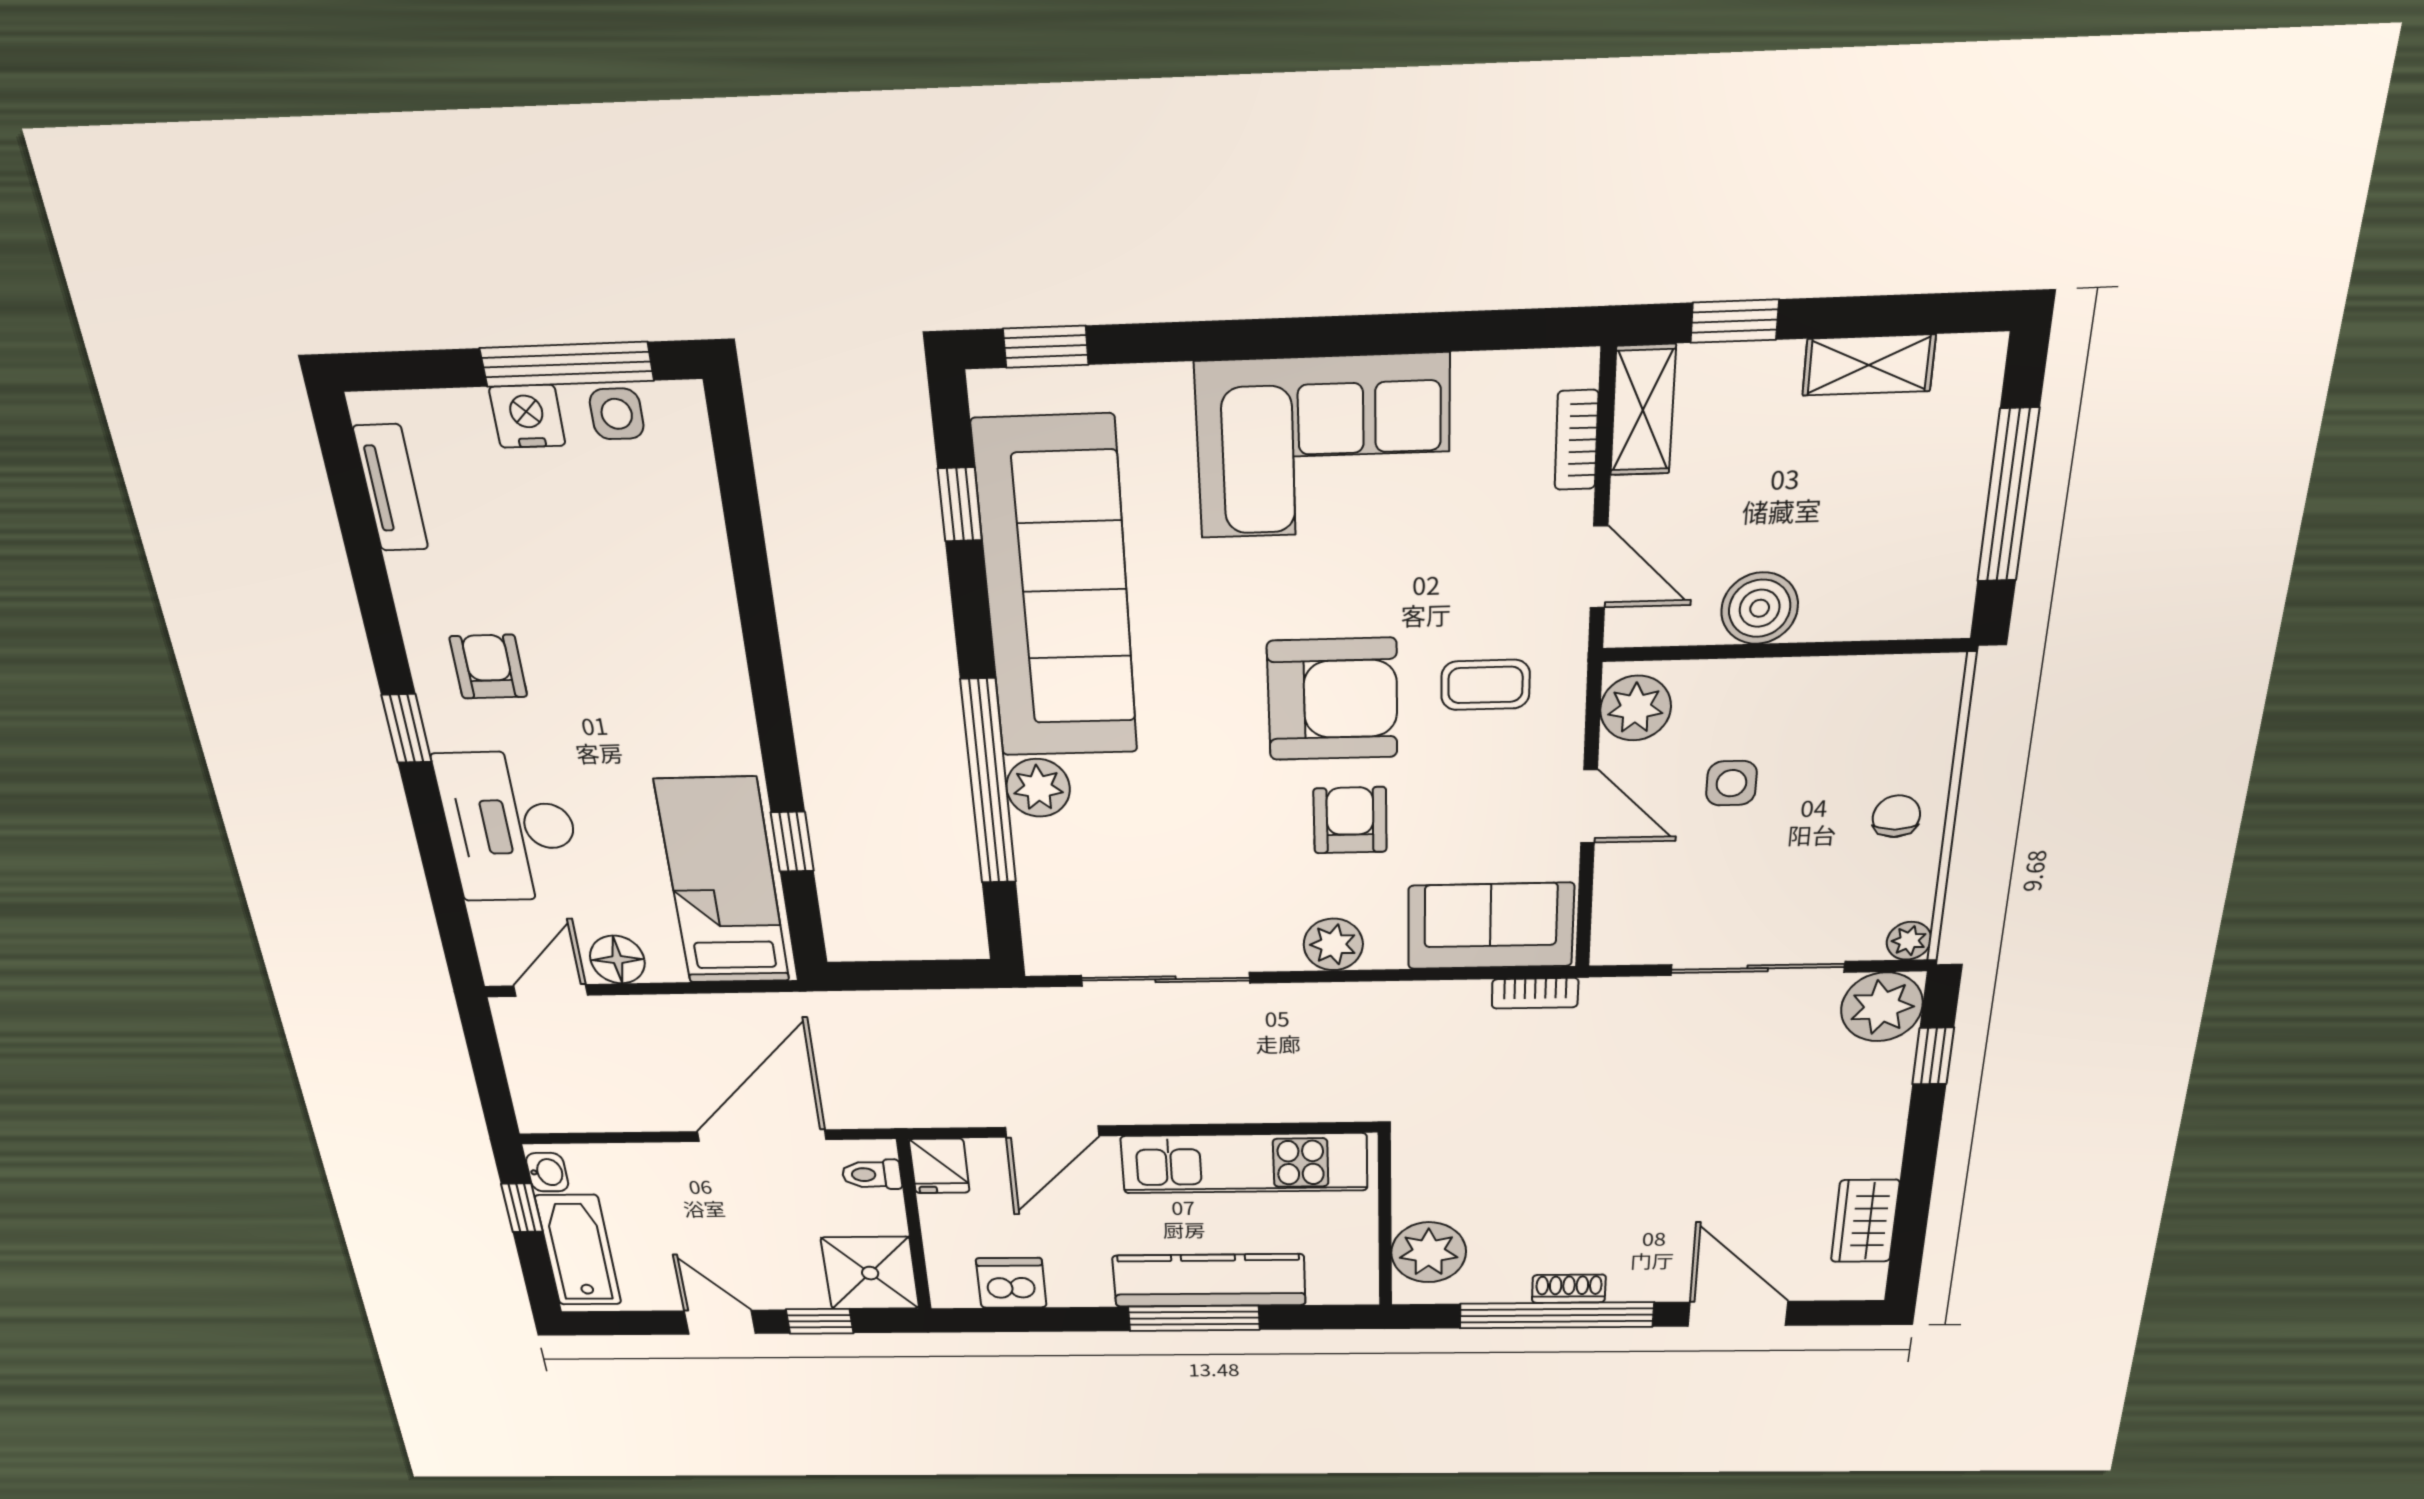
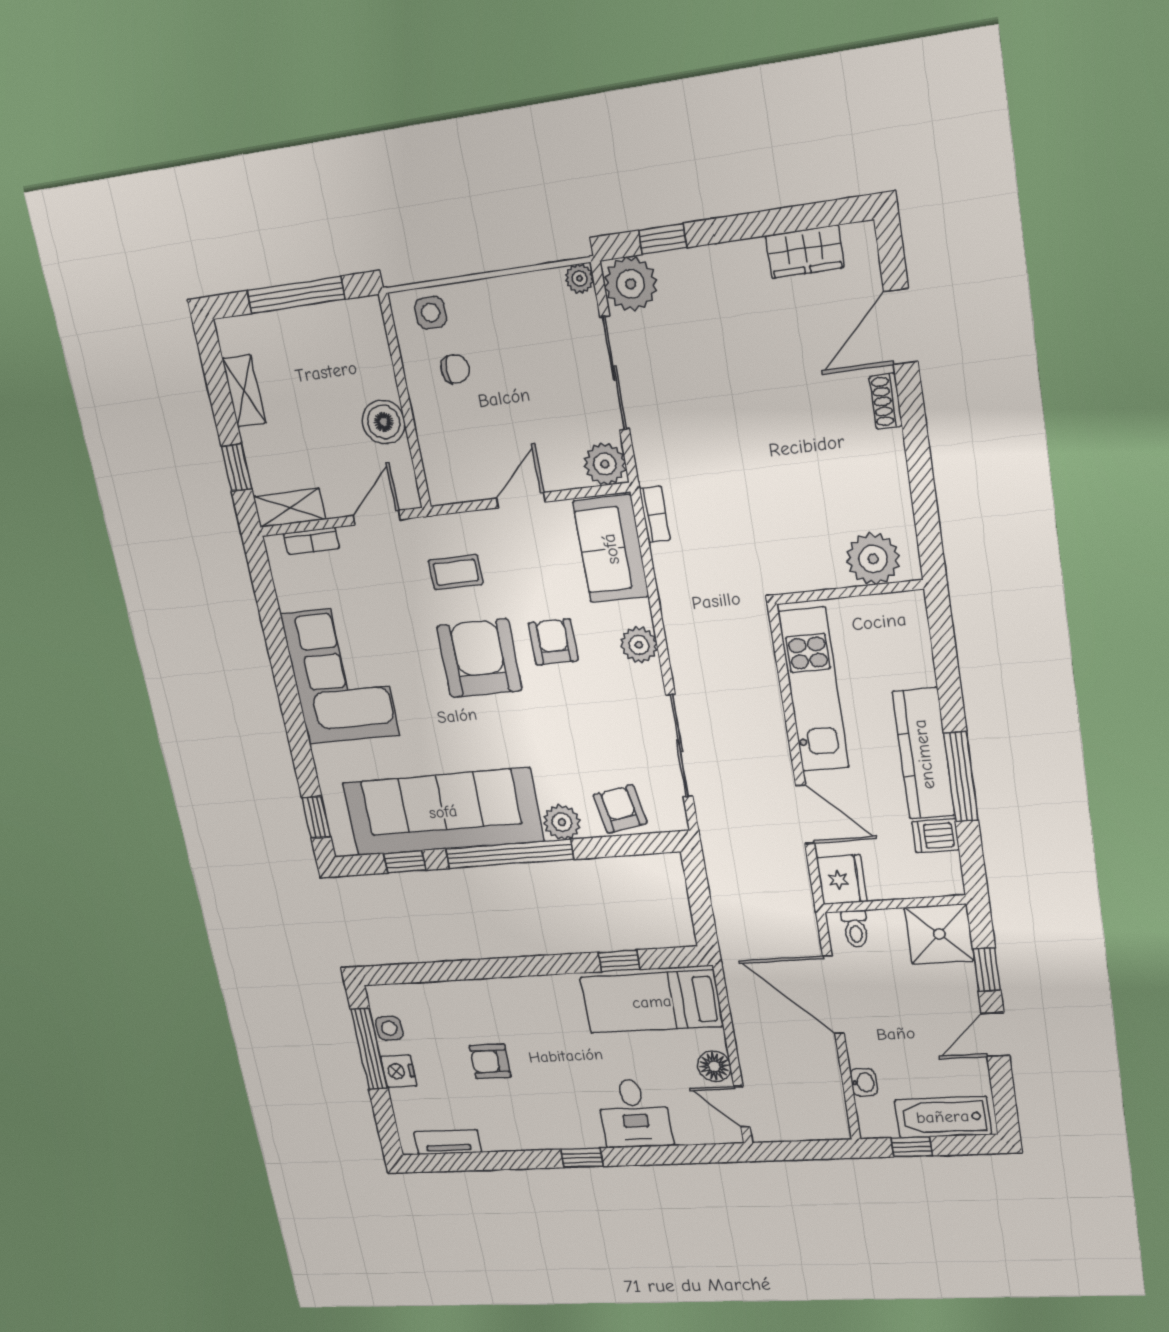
armchair: (488, 667) -> (490, 1061), moved
coffee table: (1485, 685) -> (456, 572), turned 90
plant: (1636, 708) -> (605, 464), moved
window: (989, 783) -> (509, 854), moved
side table: (1731, 783) -> (431, 313), moved
chair: (1896, 816) -> (455, 369), moved, turned 180
armchair: (1350, 820) -> (553, 642), turned 90
desk: (510, 827) -> (634, 1114), width x0.73
armchair: (1061, 880) -> (620, 809), added
fridge: (939, 1166) -> (842, 880), width x1.38
washbasin: (547, 1172) -> (864, 1082), moved, turned 90
kitchen counter: (1209, 1280) -> (924, 754), moved
dishwasher: (1011, 1283) -> (935, 836), width x0.73
shoe rack: (1569, 1289) -> (886, 401), moved
window: (1556, 1315) -> (919, 460), removed
window: (1194, 1318) -> (961, 777), moved

